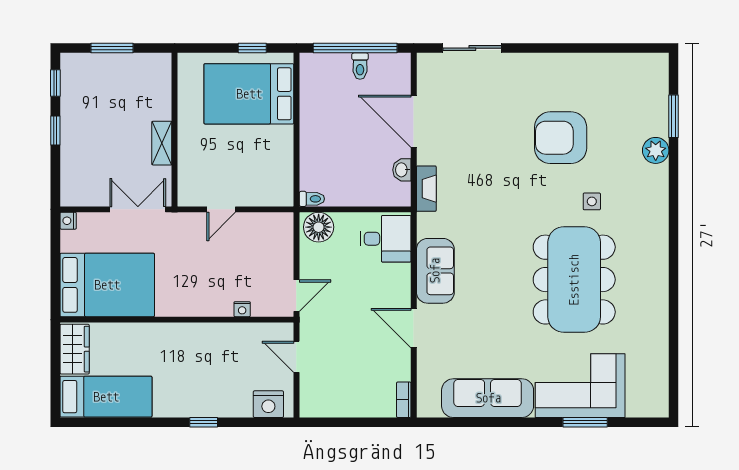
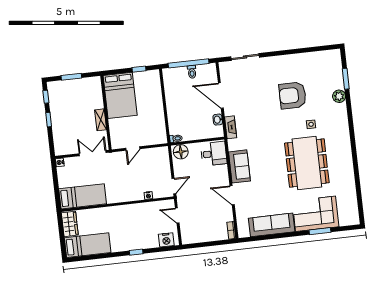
bed: (249, 94) -> (120, 95), moved, turned -90
bed: (107, 285) -> (83, 196), width x0.67

